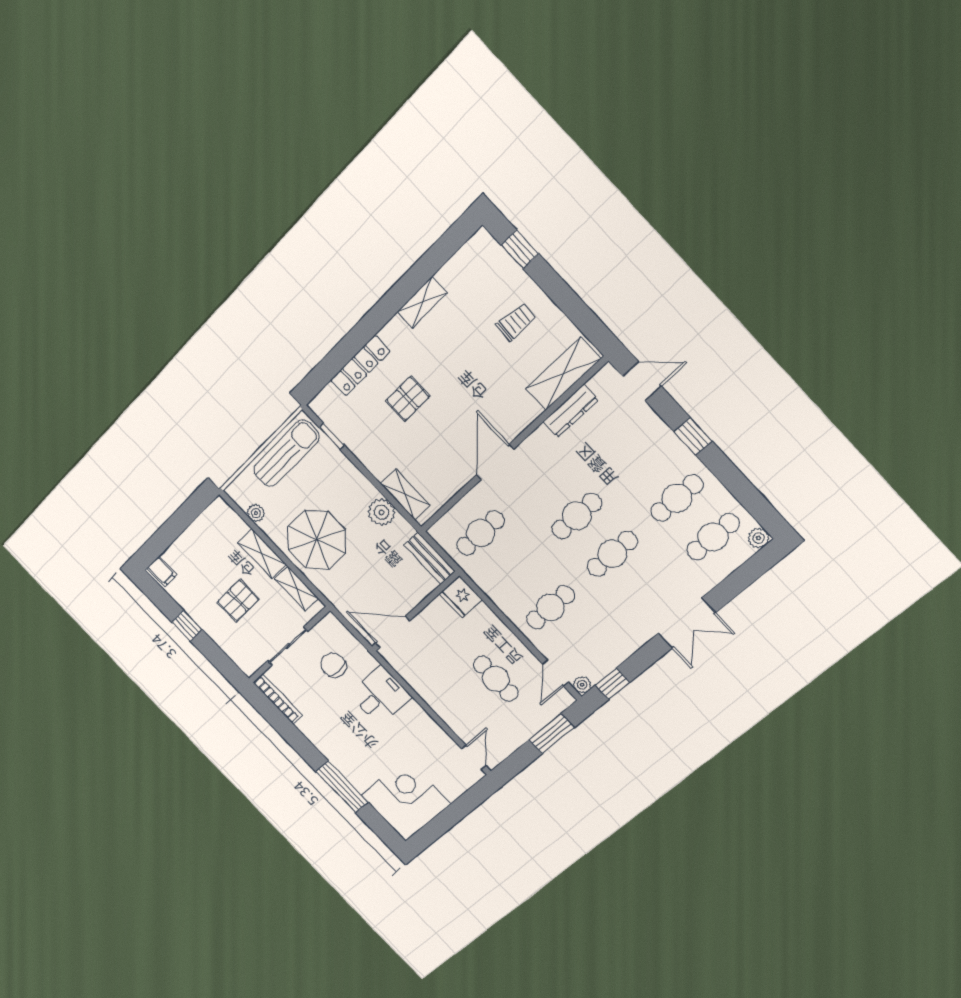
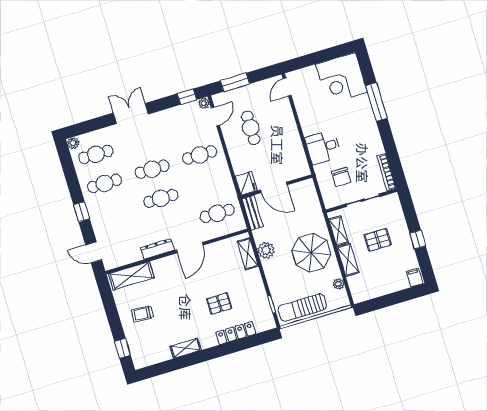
dresser: (570, 411) -> (157, 249), moved
door: (393, 632) -> (274, 187), moved

